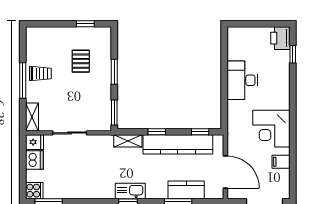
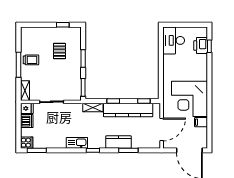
printer: (280, 38) -> (201, 46), moved
desk: (242, 80) -> (174, 40), moved
corner desk: (271, 129) -> (189, 99), width x1.36, depth x1.36
door: (225, 172) -> (162, 129), hinge flipped
kitchen counter: (186, 190) -> (118, 142), moved
kitchen sink: (130, 191) -> (77, 143), moved

